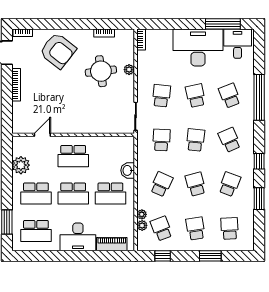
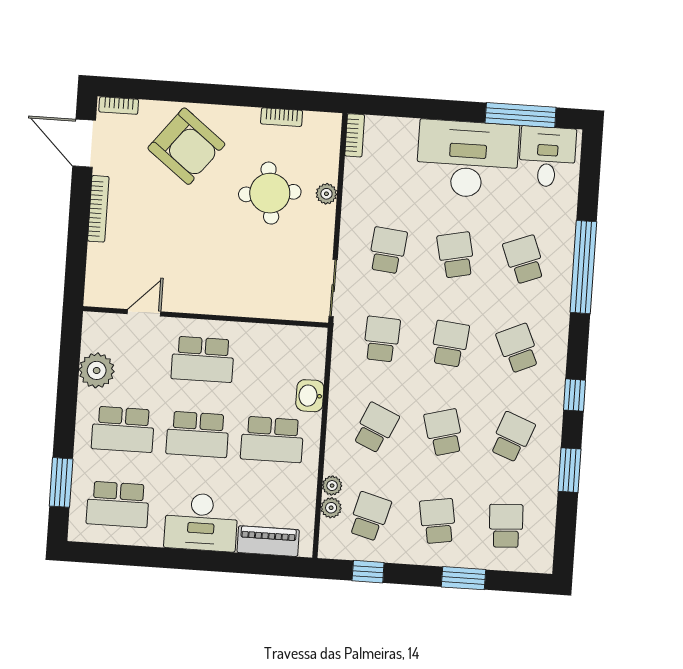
school desk: (161, 228) -> (370, 516), turned 36

